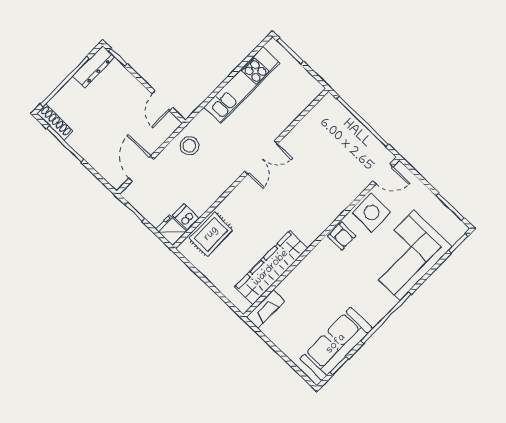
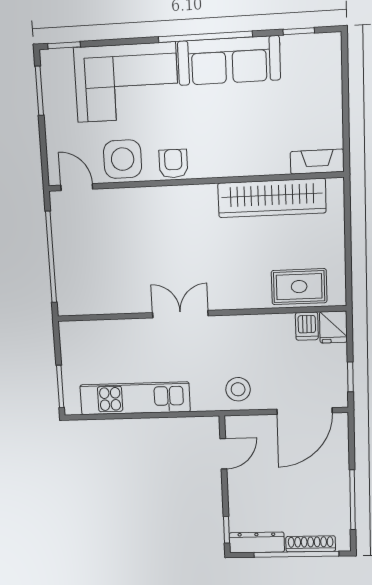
shoe rack: (55, 122) -> (311, 544), moved, turned 90
door: (141, 169) -> (304, 411), width x1.36
sofa: (336, 344) -> (229, 61), moved

